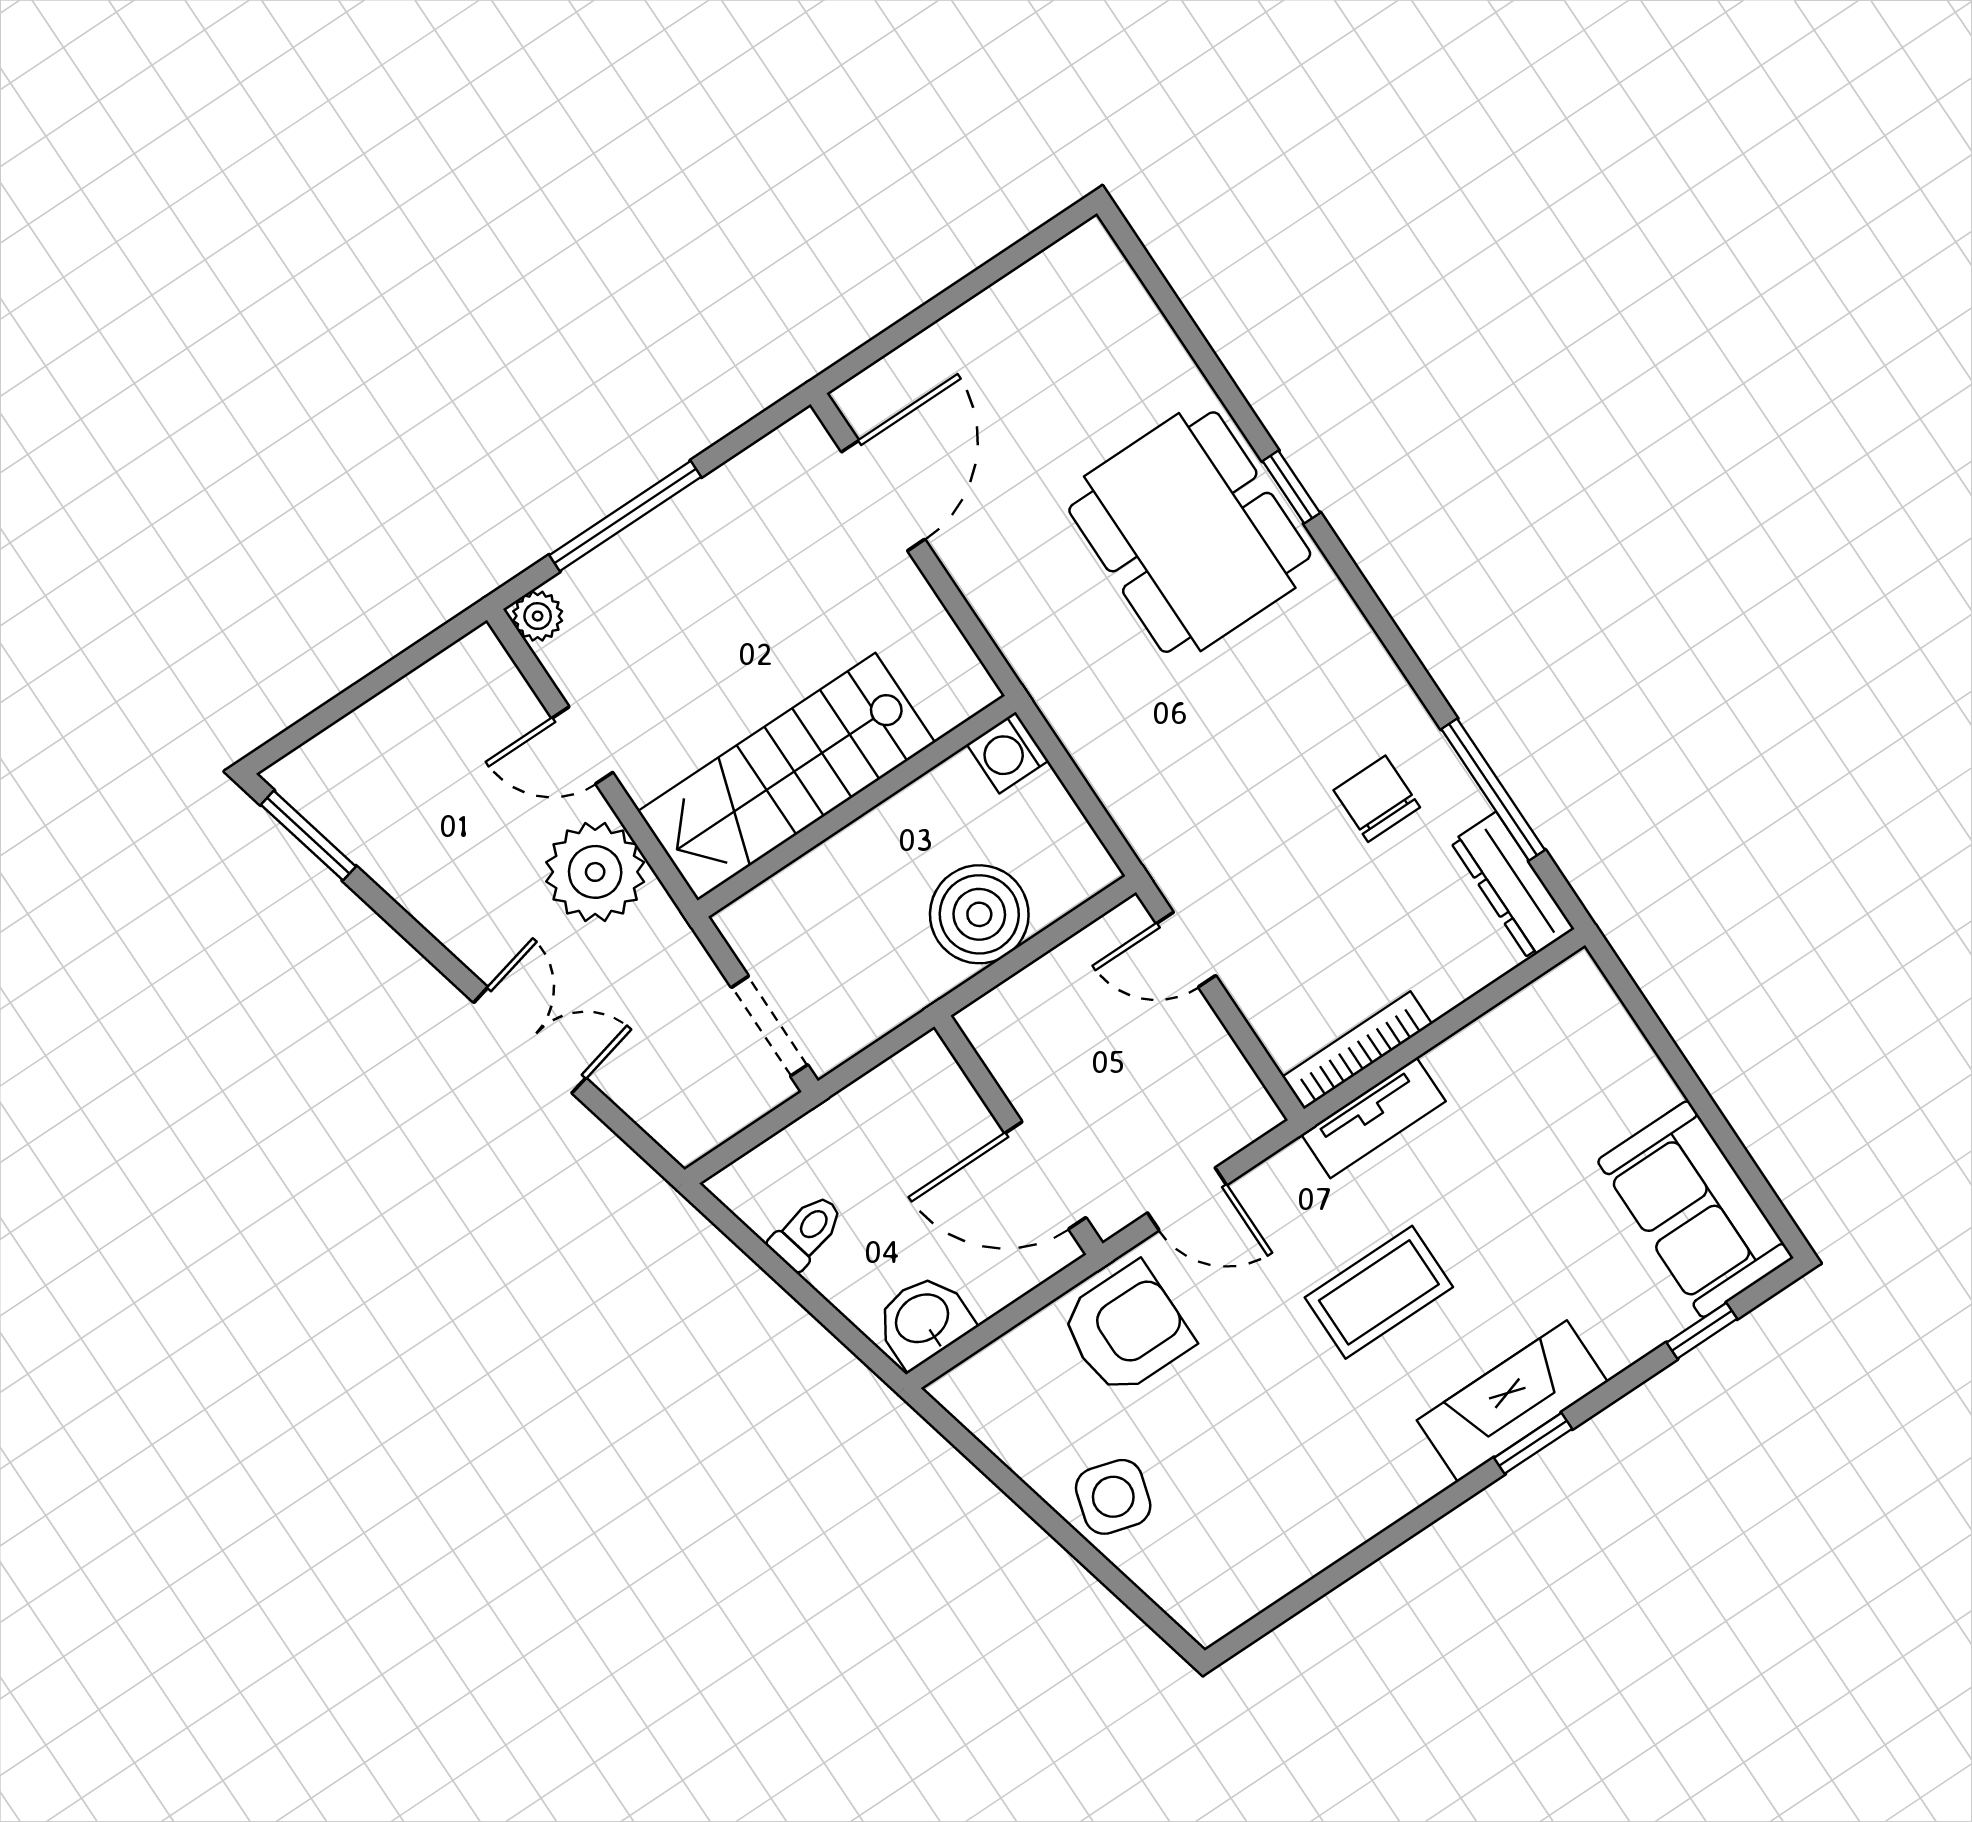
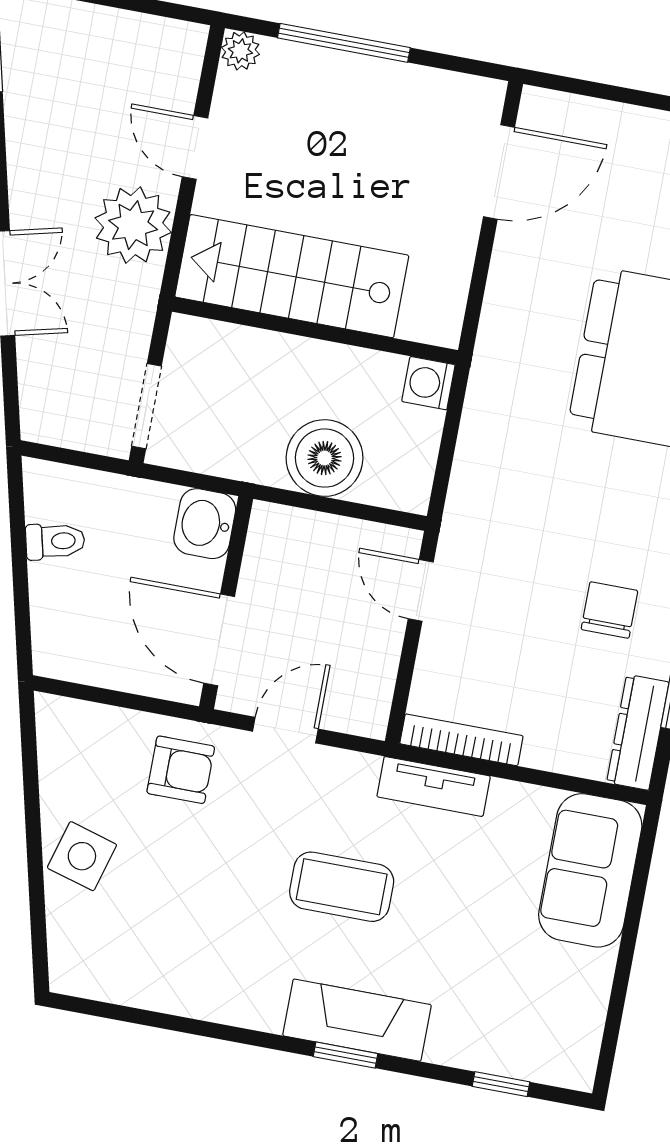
door: (1187, 1199) -> (285, 730), swing flipped
sofa: (1695, 1209) -> (590, 870), moved
washbasin: (923, 1320) -> (205, 524), moved, turned -90
armchair: (1126, 1329) -> (181, 770), width x0.72, depth x0.72

